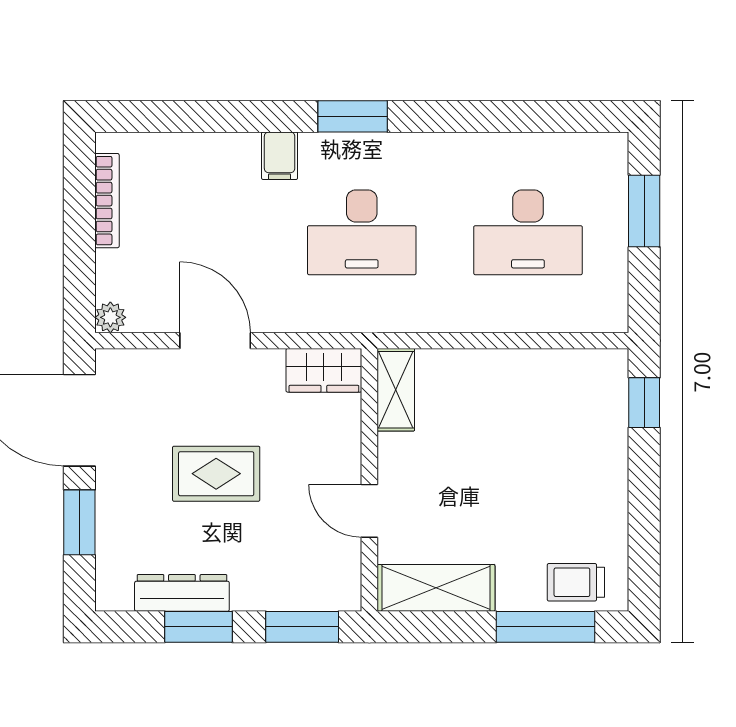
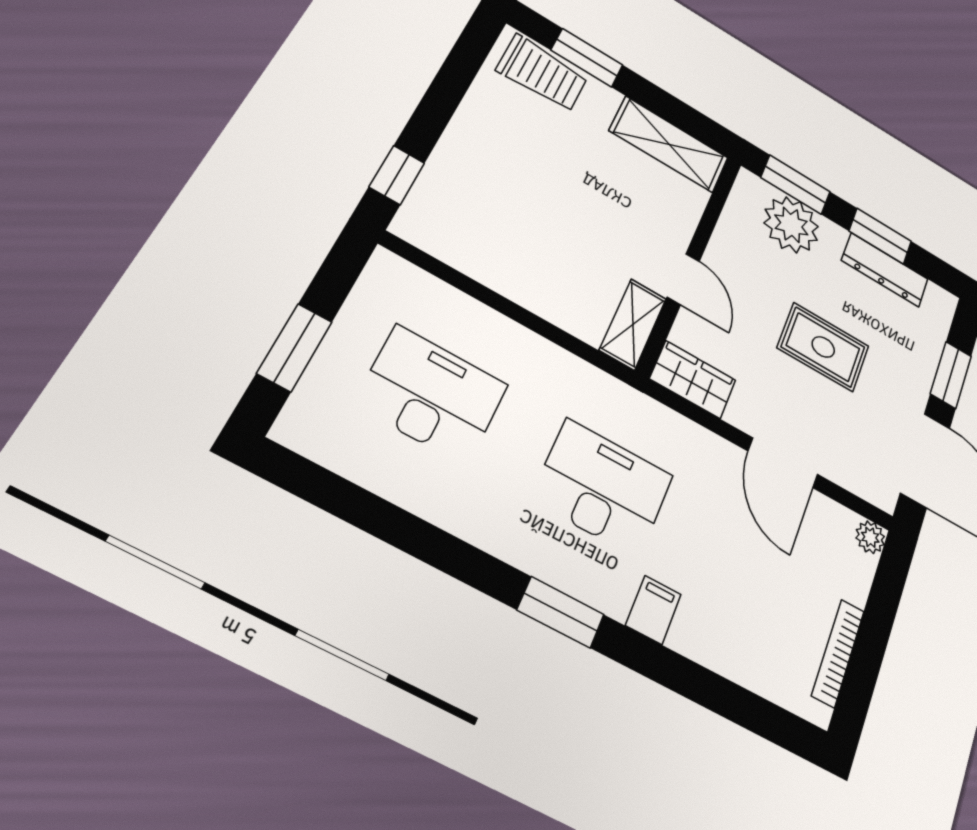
door: (369, 511) -> (683, 279), moved
plant: (291, 581) -> (791, 225), added
trolley: (576, 582) -> (542, 73), width x1.36, depth x1.39
window: (546, 627) -> (587, 58), width x0.69

